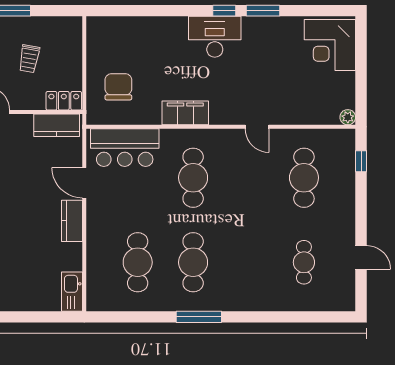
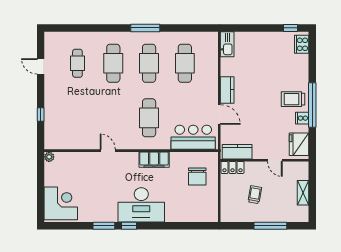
desk: (215, 37) -> (141, 205), width x1.36, depth x1.30
window: (361, 161) -> (41, 114), moved
cafe table: (304, 178) -> (113, 63), moved

